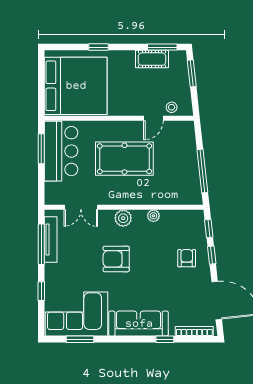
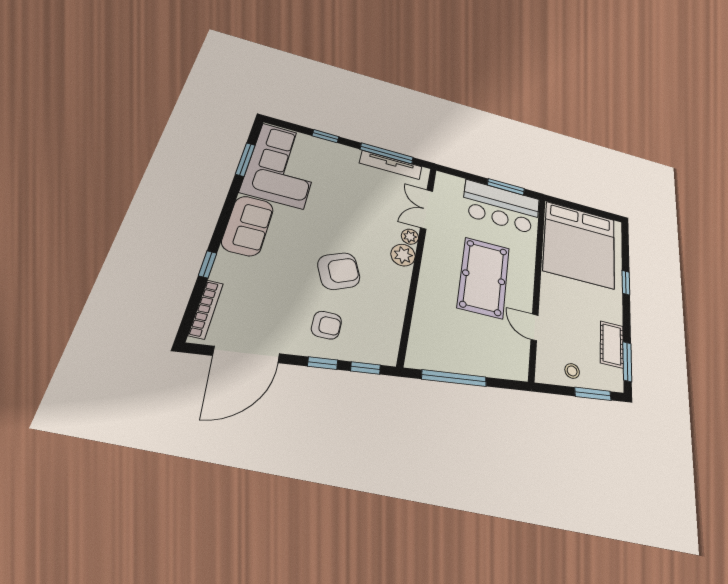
stool: (172, 107) -> (572, 371), moved
plant: (153, 216) -> (410, 237), moved
armchair: (116, 259) -> (339, 271), moved, turned 66
sofa: (139, 324) -> (248, 226), width x0.73

